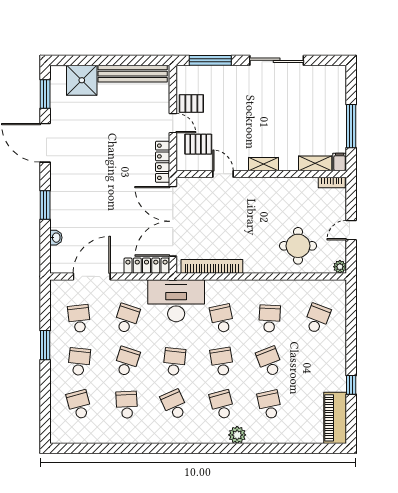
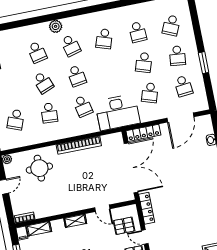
bookcase: (212, 266) -> (79, 145), moved
school desk: (174, 362) -> (110, 69), removed
school desk: (79, 405) -> (171, 25), turned 39
school desk: (174, 405) -> (104, 39), turned 42

